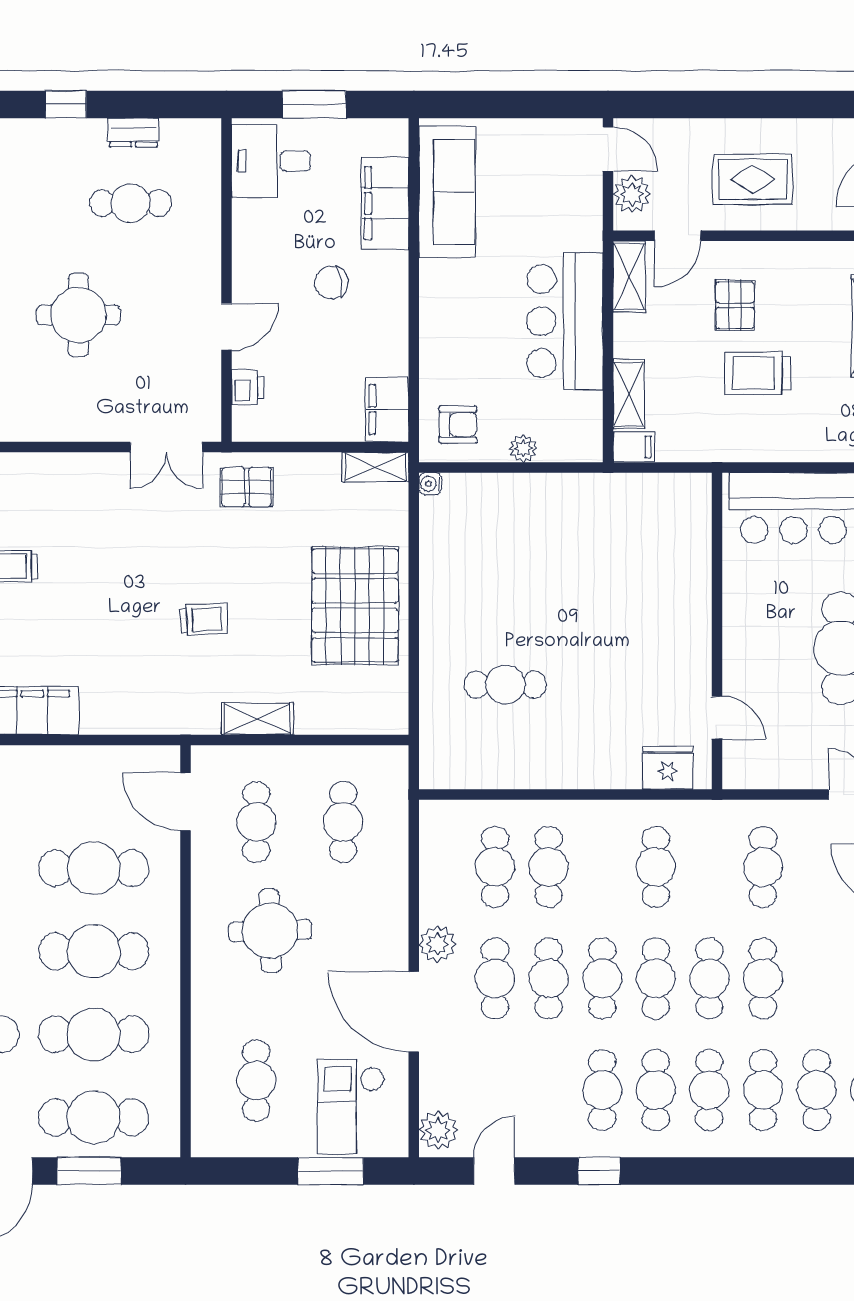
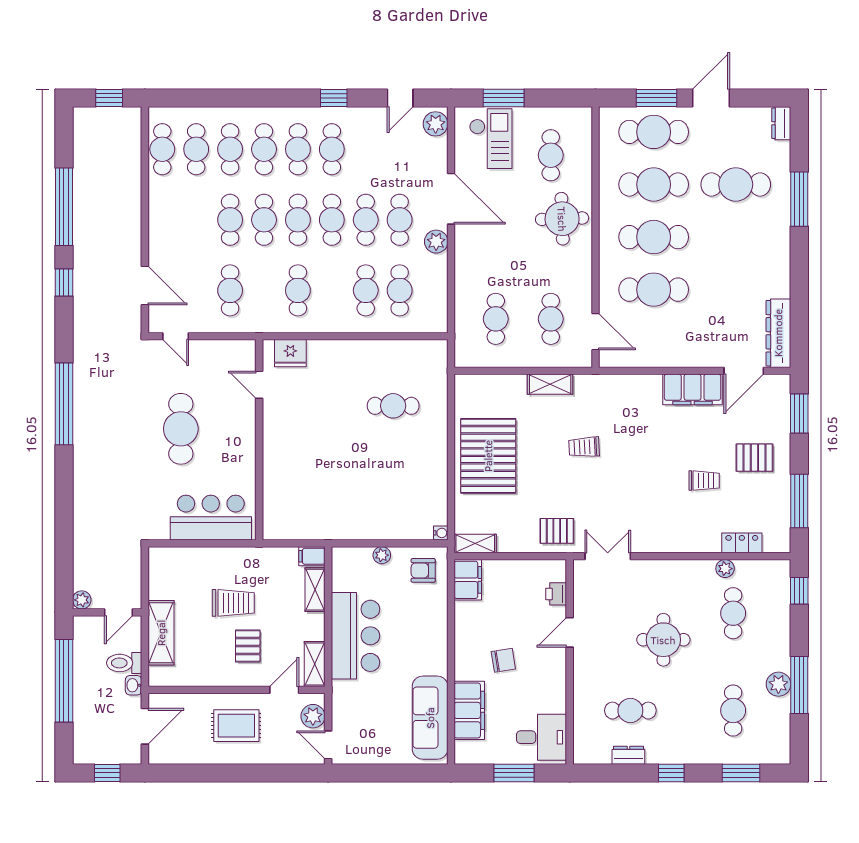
round table: (270, 931) -> (562, 219), moved

